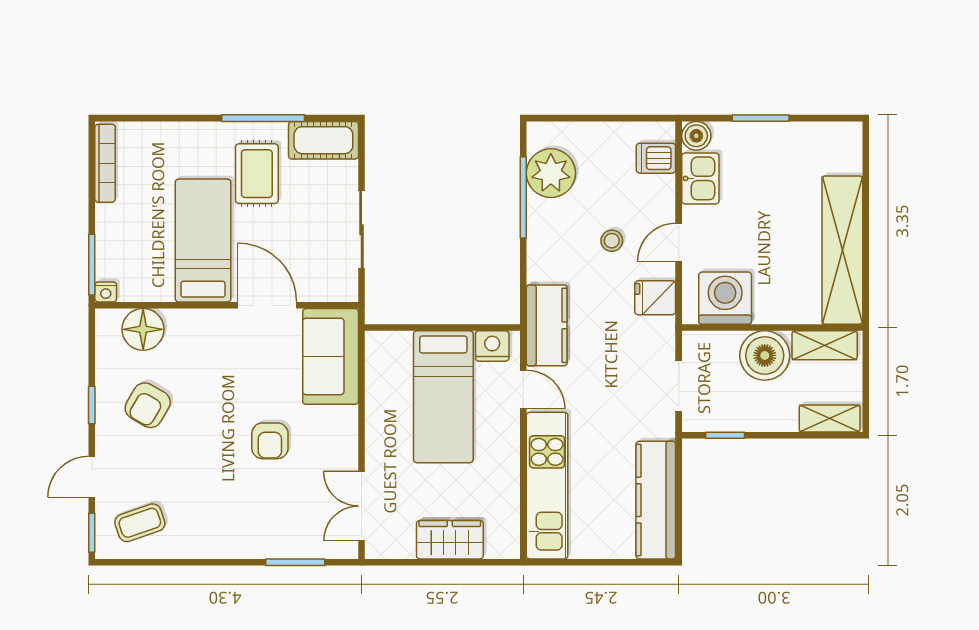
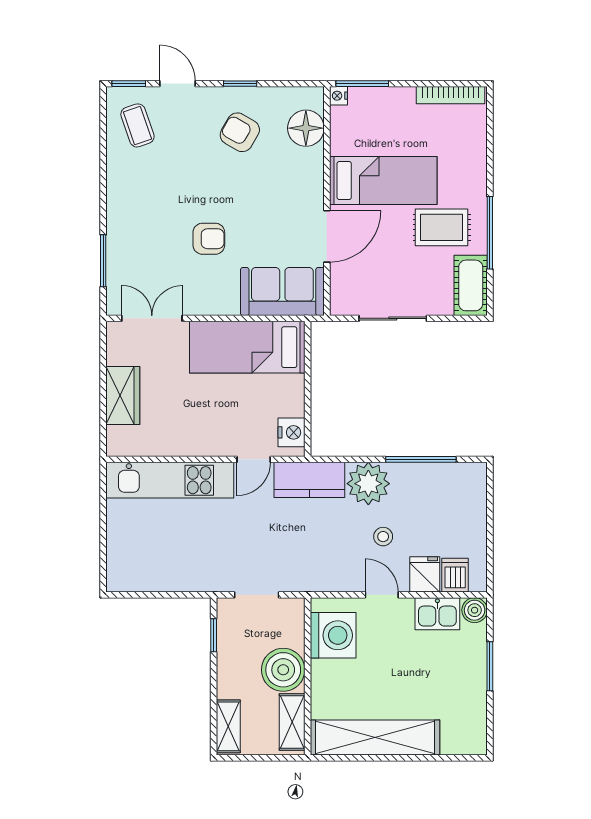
plant: (551, 173) -> (368, 484), moved
fridge: (655, 298) -> (425, 574), moved
bed: (443, 397) -> (247, 347), moved
armchair: (270, 441) -> (209, 239), turned 180
kitchen counter: (656, 500) -> (157, 575), removed

